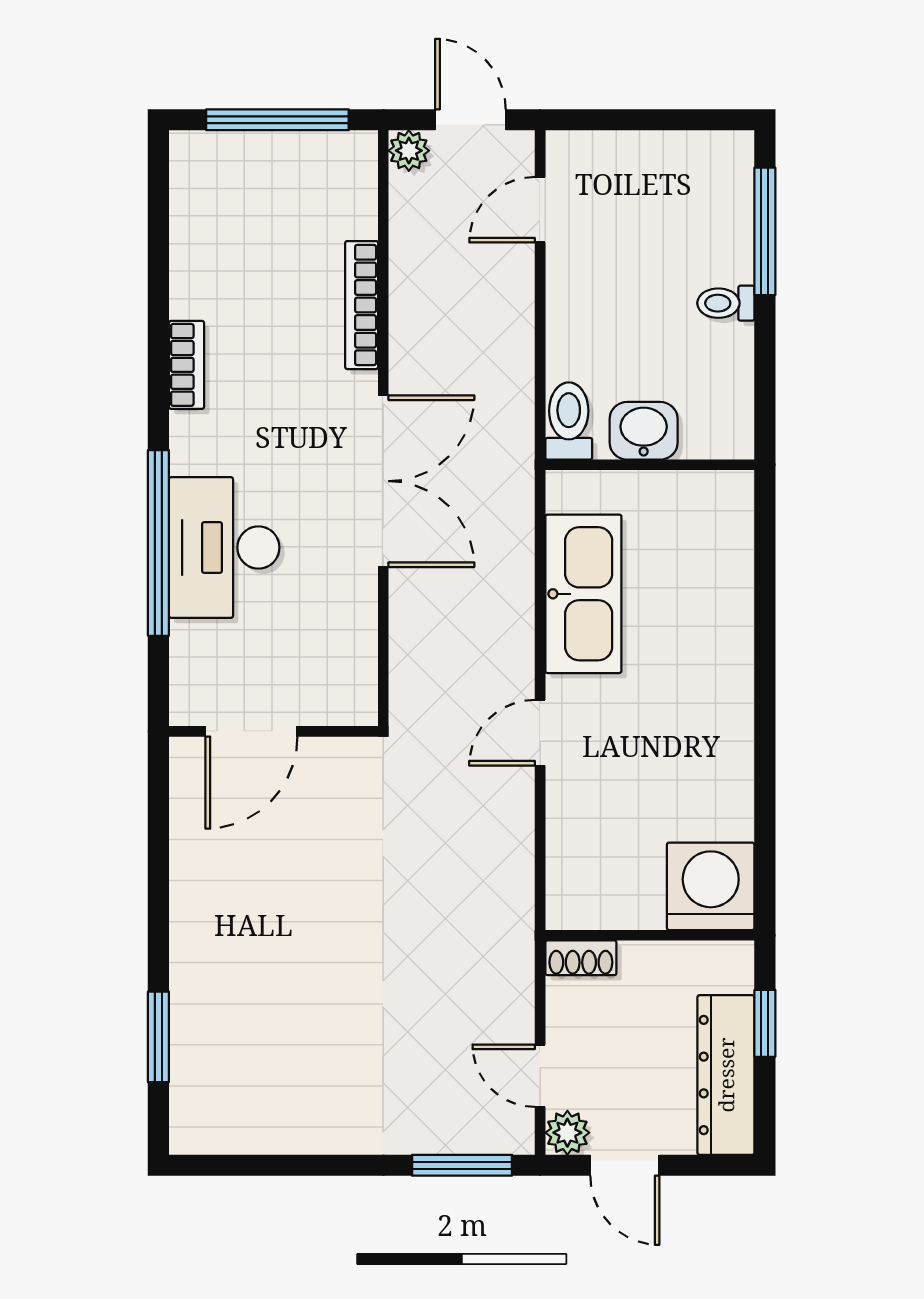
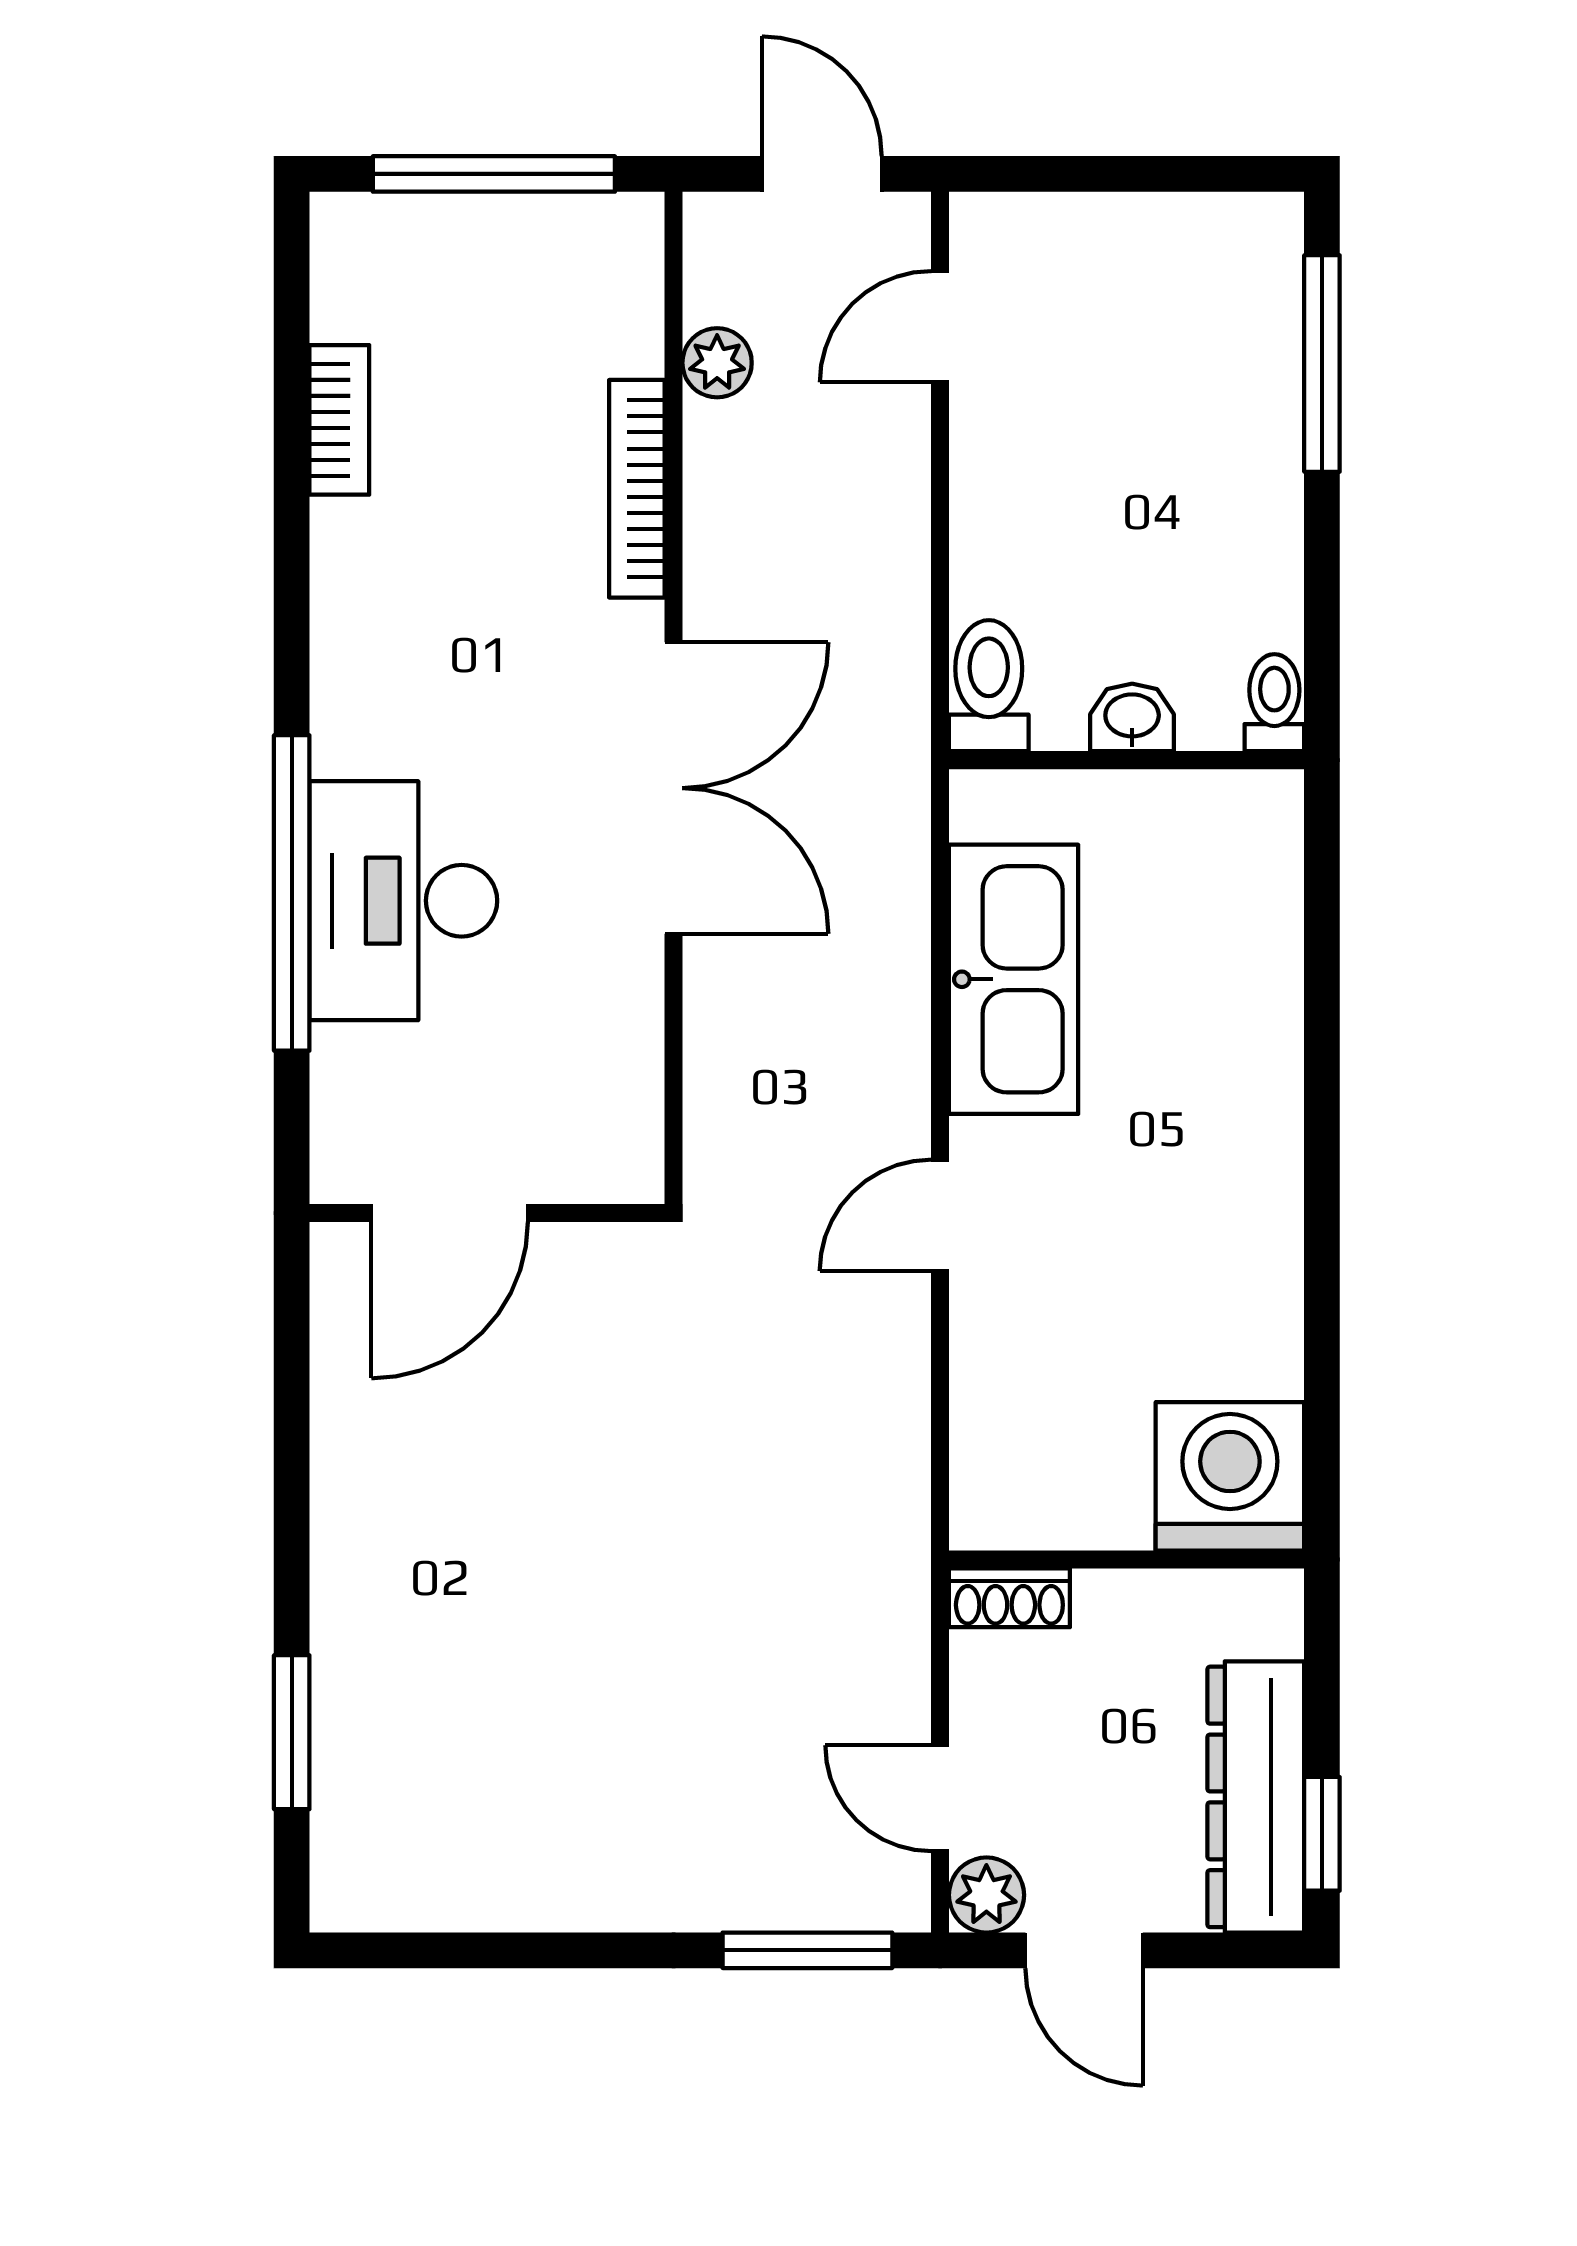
plant: (409, 151) -> (717, 363), moved
toilet: (726, 303) -> (1274, 703), moved, turned 90
bookcase: (187, 365) -> (339, 420), moved
washbasin: (644, 431) -> (1132, 717), width x0.72, depth x0.69
window: (765, 1023) -> (1322, 1834), moved

